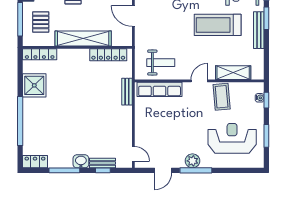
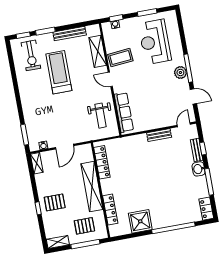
treadmill: (218, 25) -> (59, 72), turned 180
bench: (259, 30) -> (70, 33), moved
locker: (40, 54) -> (110, 209), moved
weight bench: (161, 63) -> (100, 116), turned 180
bench: (127, 92) -> (159, 135), moved

